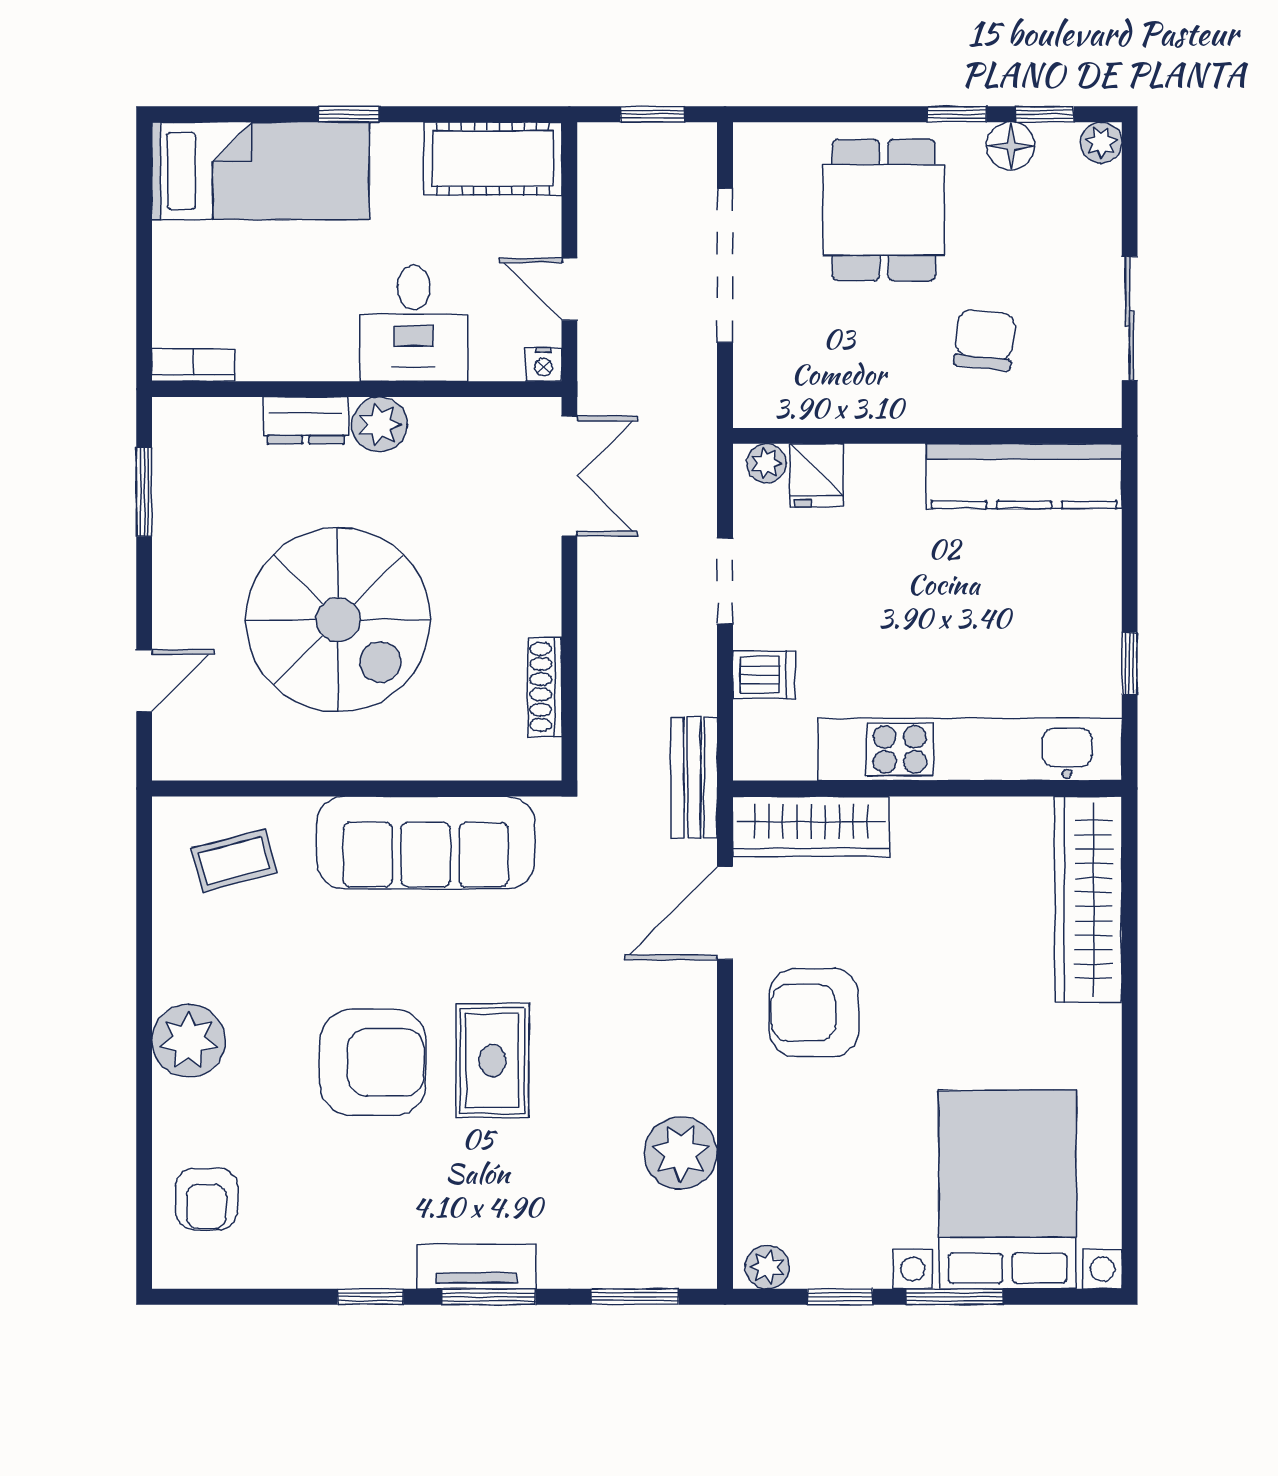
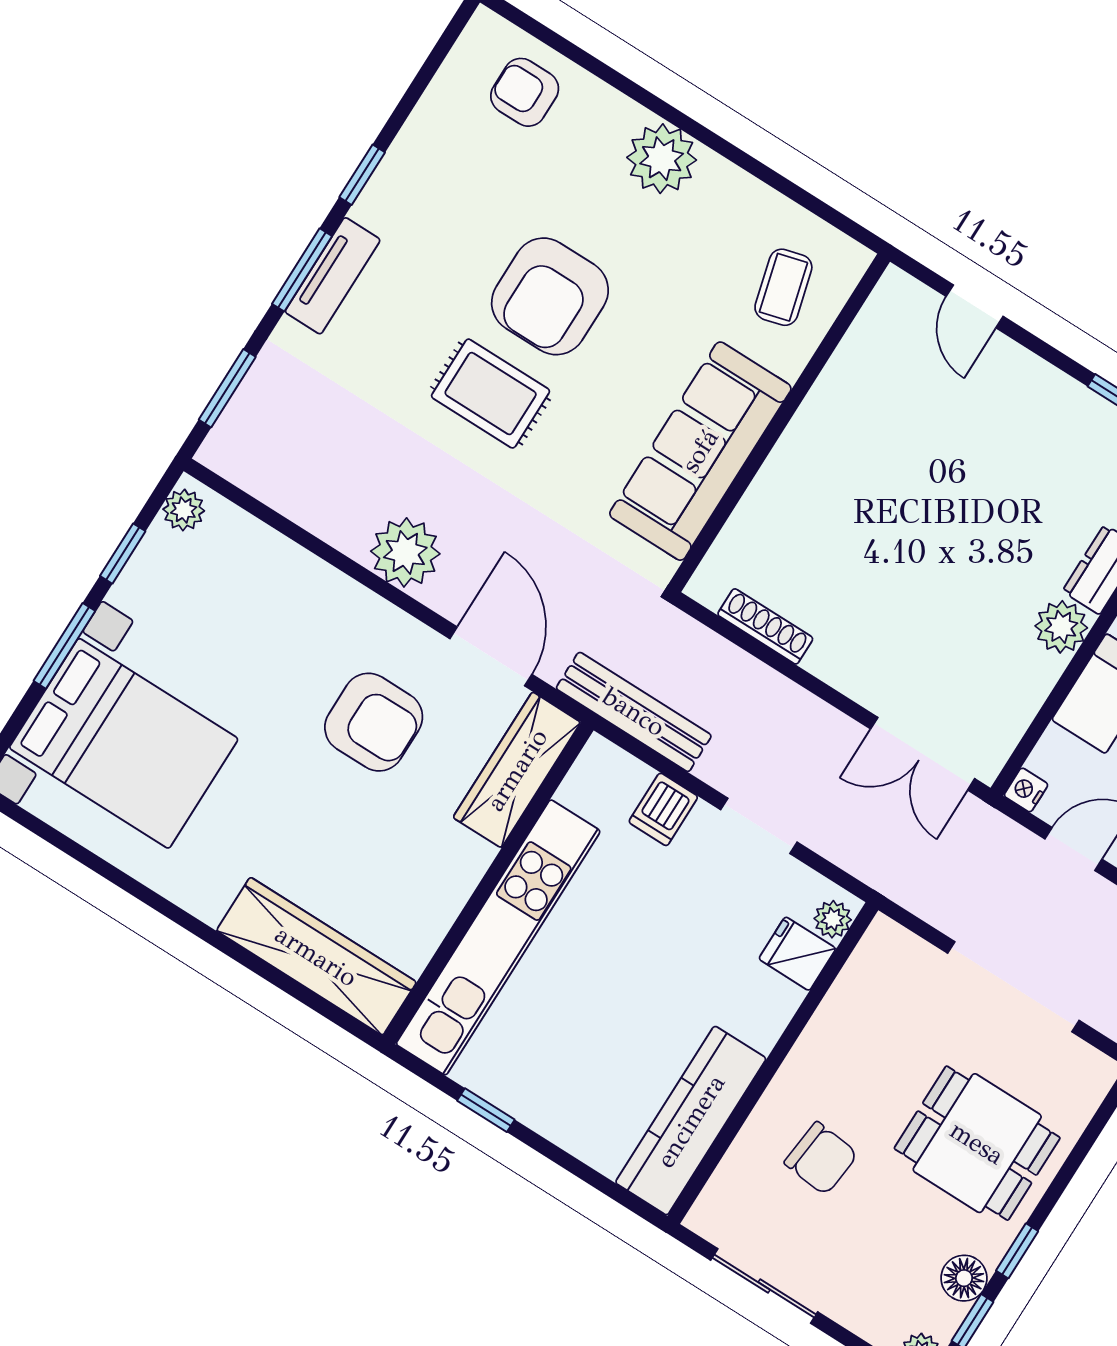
spiral stairs: (338, 620) -> (925, 494), removed
bench: (694, 778) -> (634, 712), width x1.36
armchair: (814, 1013) -> (374, 722), moved, turned 90
plant: (681, 1153) -> (405, 552), moved

